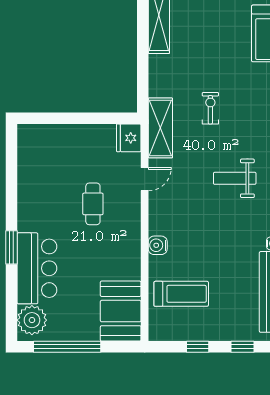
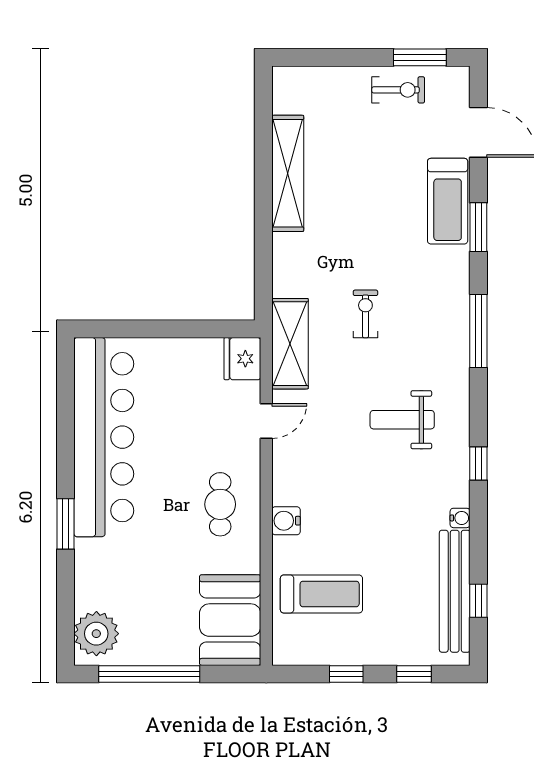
cafe table: (93, 204) -> (220, 504), moved
bar counter: (37, 268) -> (104, 437), moved, width x1.86

